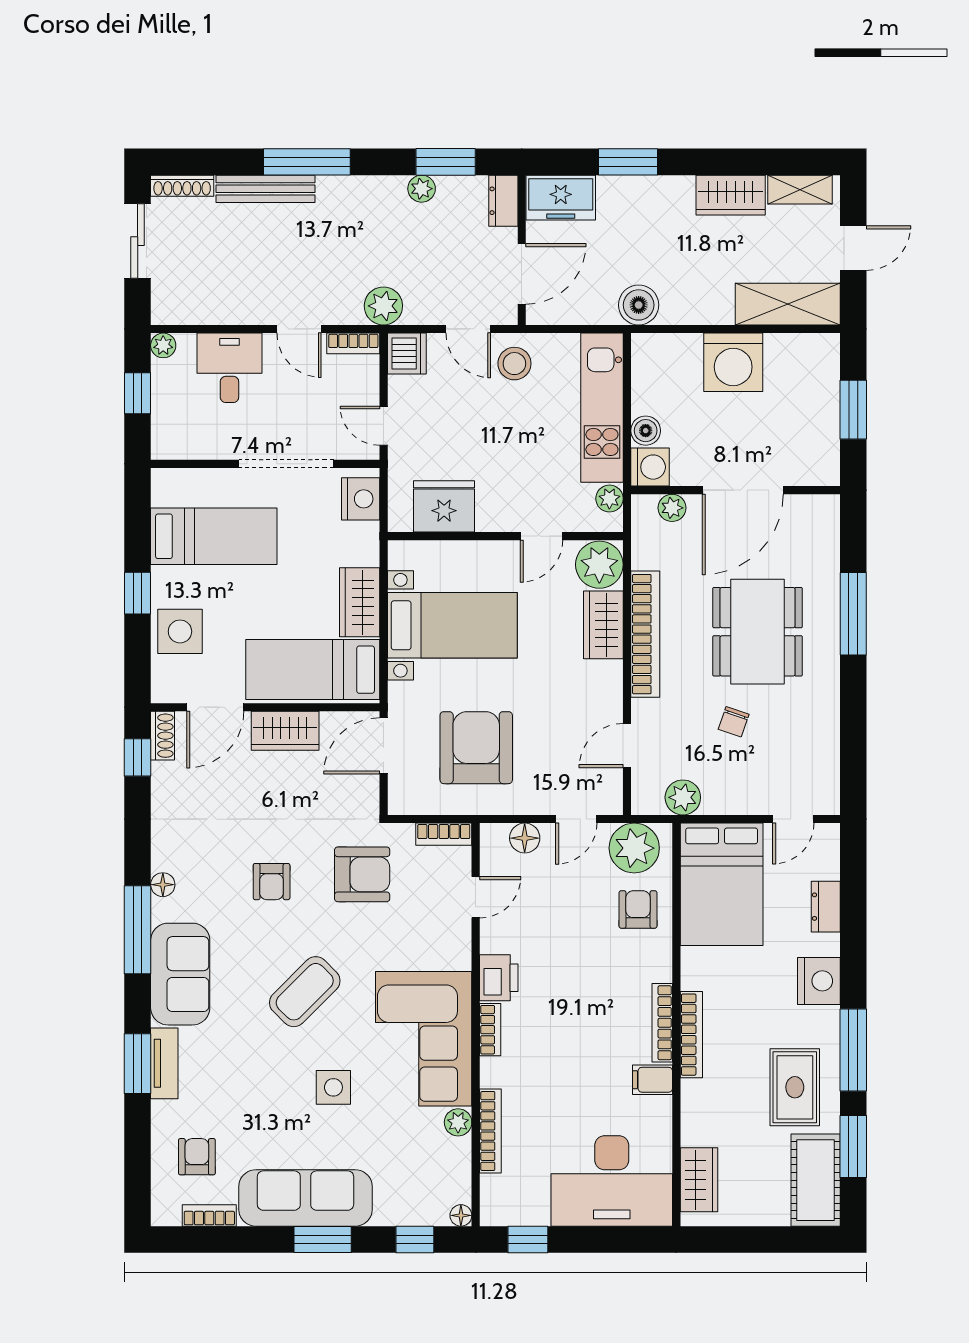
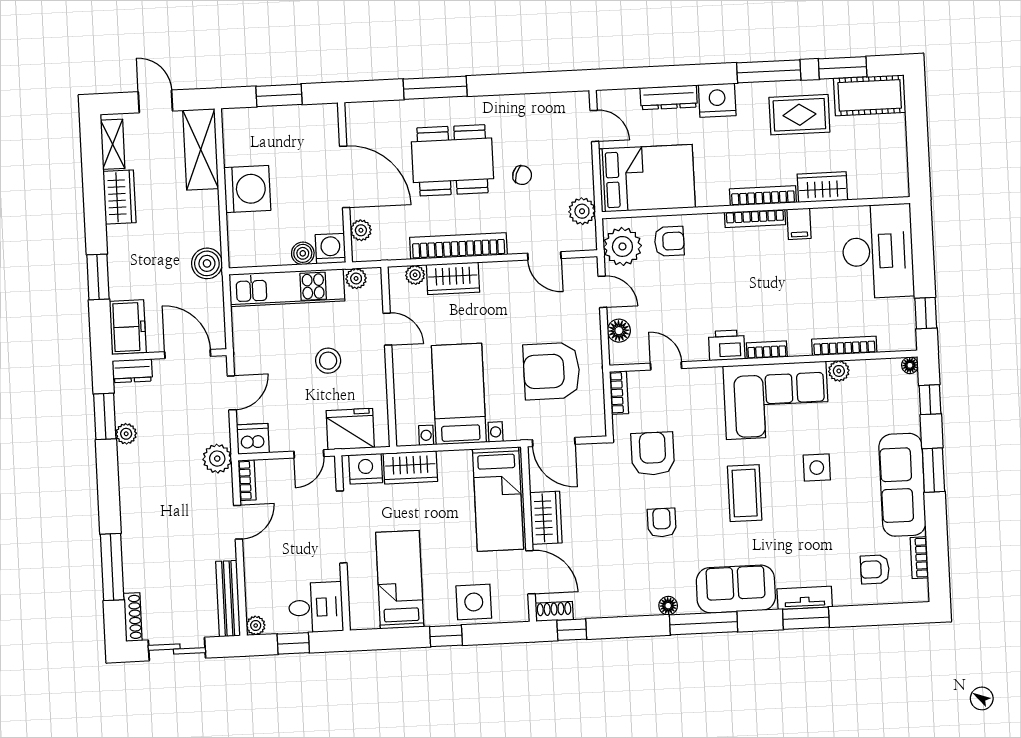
window: (307, 162) -> (112, 567), moved
bench: (265, 189) -> (228, 599), moved
stool: (514, 364) -> (328, 361), moved
desk: (229, 368) -> (316, 607), moved, turned 180
fridge: (444, 506) -> (350, 429), moved, turned 90
plant: (599, 565) -> (415, 275), width x0.53, depth x0.53
wardrobe: (360, 602) -> (410, 467), moved
armchair: (272, 882) -> (662, 523), turned -90
dresser: (826, 907) -> (669, 97), width x1.44
armchair: (638, 909) -> (669, 241), turned 180
coffee table: (305, 992) -> (745, 493), turned 45
wardrobe: (699, 1180) -> (822, 187), moved

